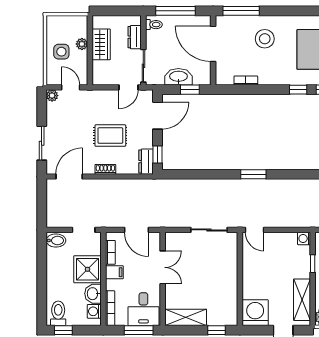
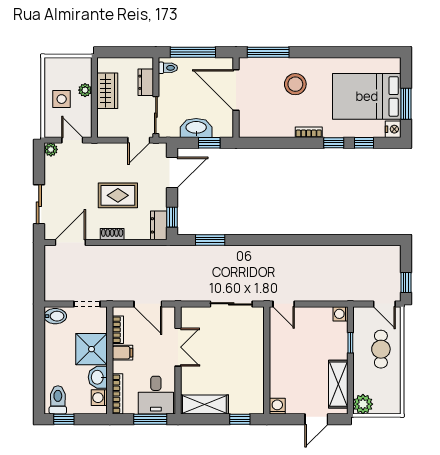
bookcase: (246, 81) -> (309, 132), moved
window: (253, 174) -> (210, 240), moved
washing machine: (255, 313) -> (277, 406), width x0.53, depth x0.53

